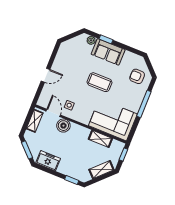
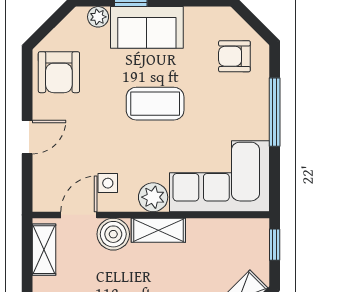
armchair: (68, 55) -> (59, 72), added
door: (53, 113) -> (79, 215), hinge flipped
plant: (84, 118) -> (153, 197), added
shelving: (100, 139) -> (158, 230), moved

